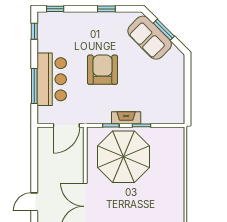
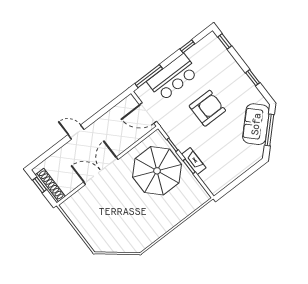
window: (164, 30) -> (269, 130), width x1.44
window: (34, 31) -> (187, 46), moved
window: (34, 86) -> (149, 76), moved
fireplace: (126, 118) -> (194, 161), moved

